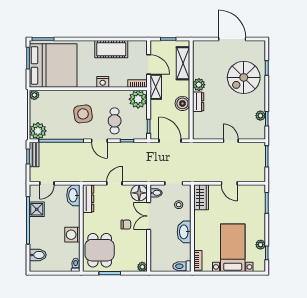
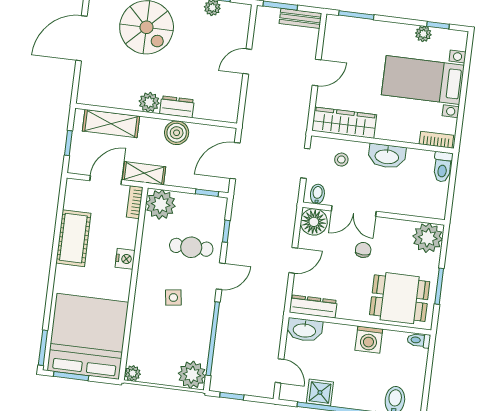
side table: (83, 114) -> (173, 298), width x0.54, depth x0.54
bench: (34, 155) -> (300, 18), moved
door: (114, 183) -> (293, 260), swing flipped
wardrobe: (201, 197) -> (344, 123), width x1.50
plant: (142, 267) -> (428, 238), width x1.88, depth x1.88

